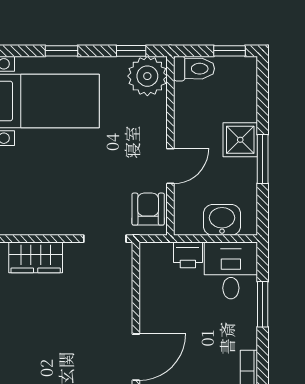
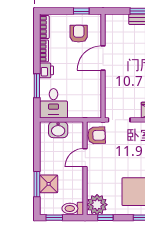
shower: (240, 140) -> (49, 184), moved
window: (263, 159) -> (37, 184), moved
armchair: (148, 209) -> (97, 135), turned -92
printer: (188, 255) -> (47, 70), moved, turned 90

